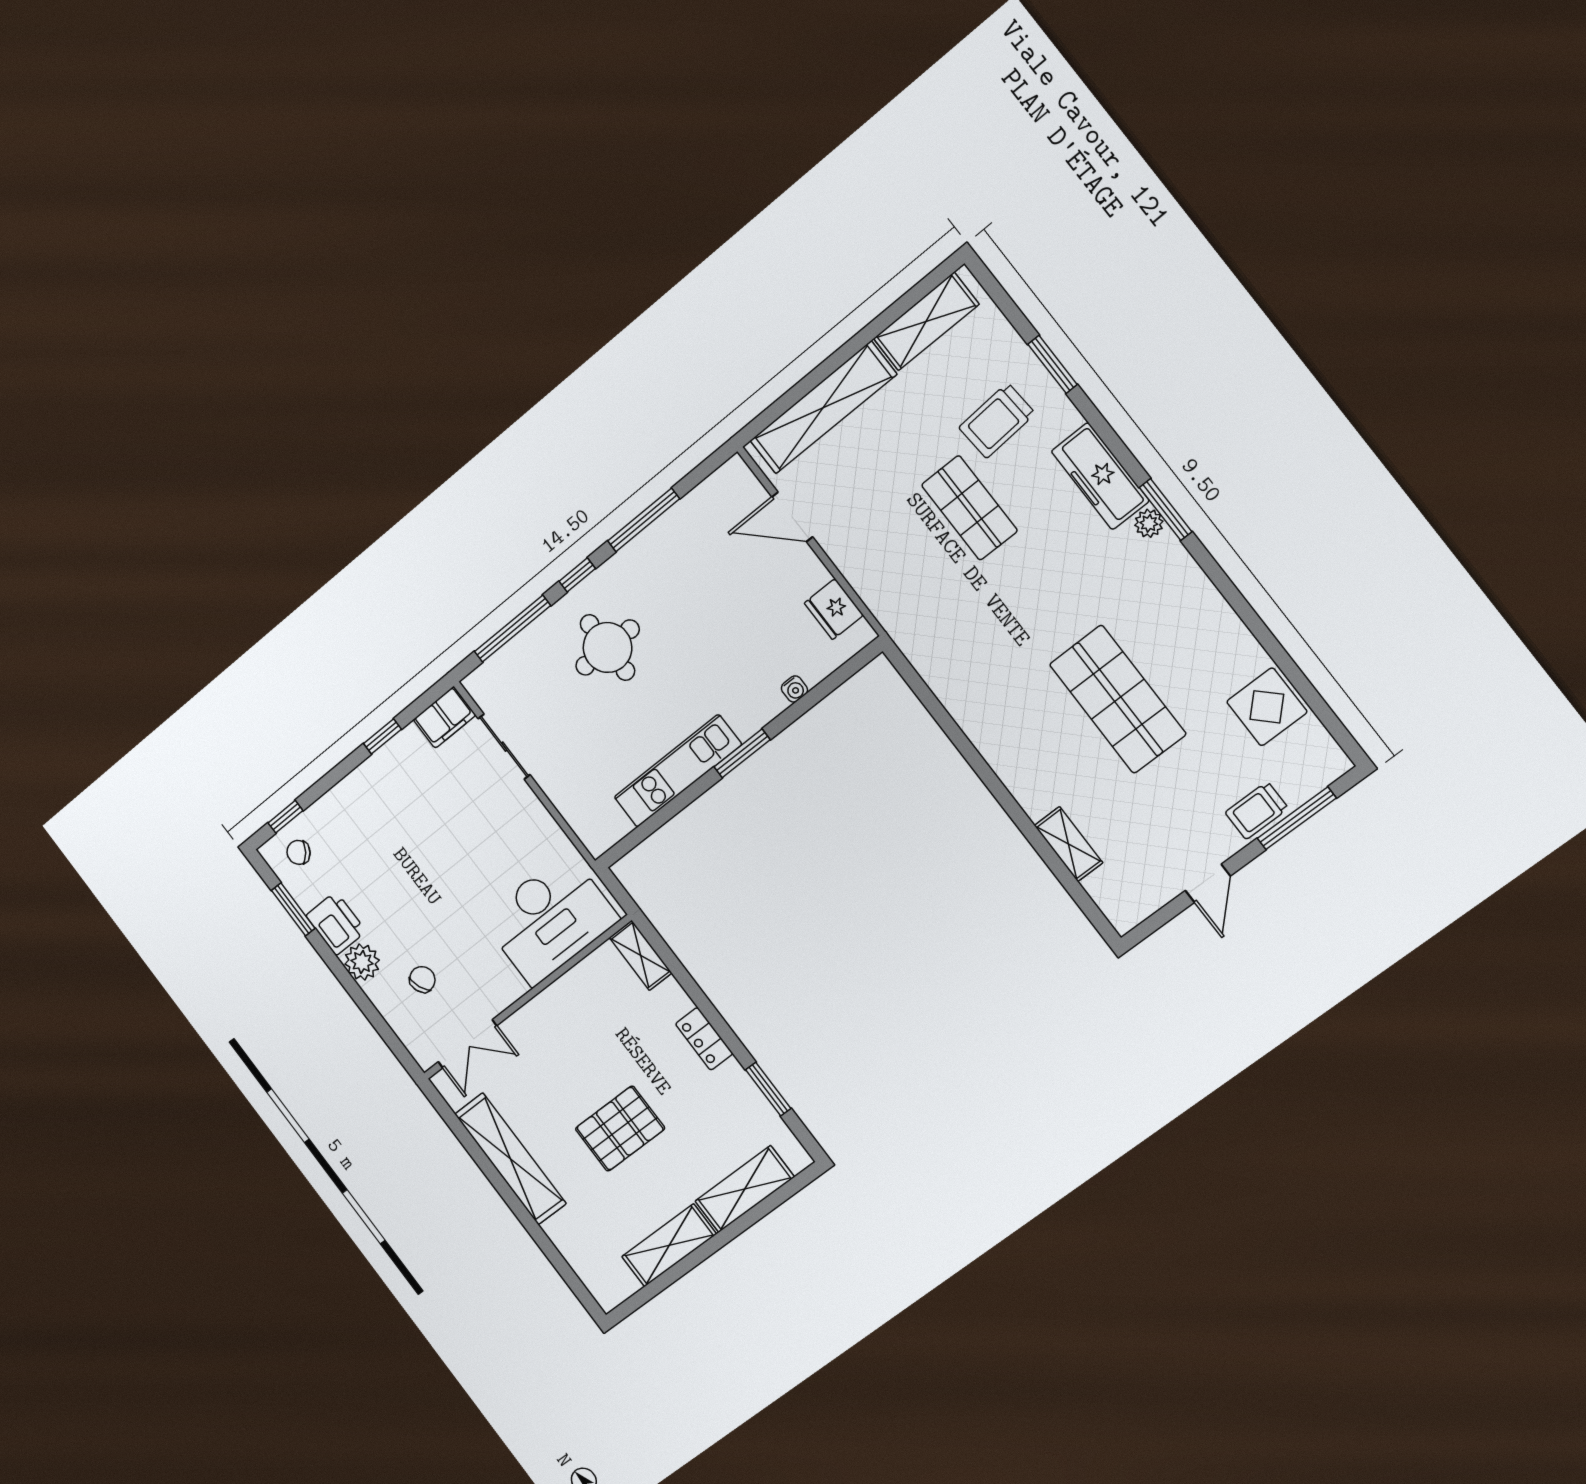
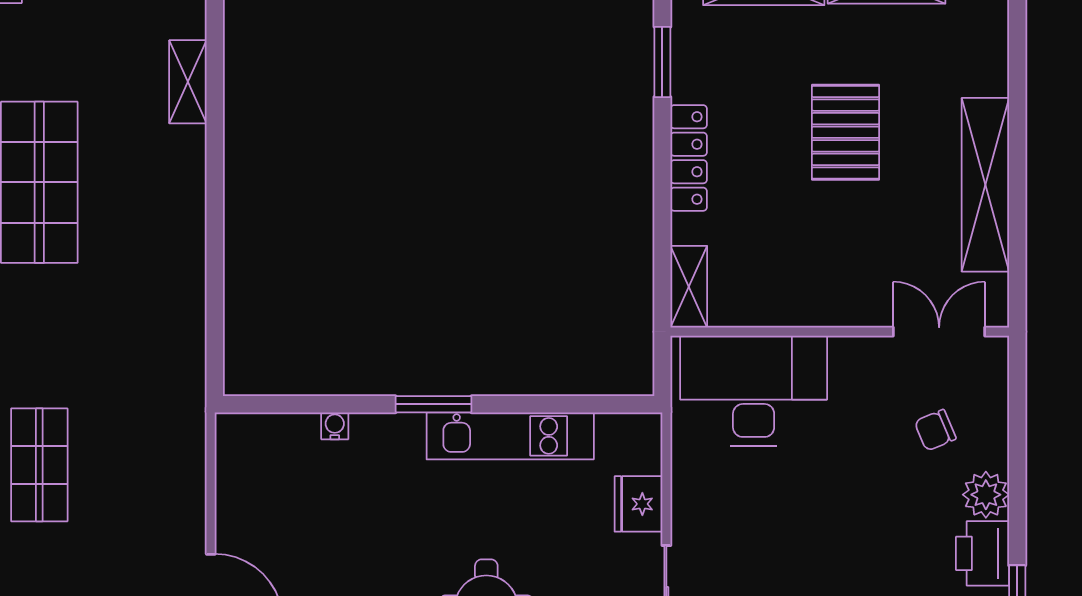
fridge: (834, 609) -> (638, 504), moved, turned 180
locker: (704, 1039) -> (689, 158), width x1.53
pallet: (620, 1129) -> (846, 132), turned 90

